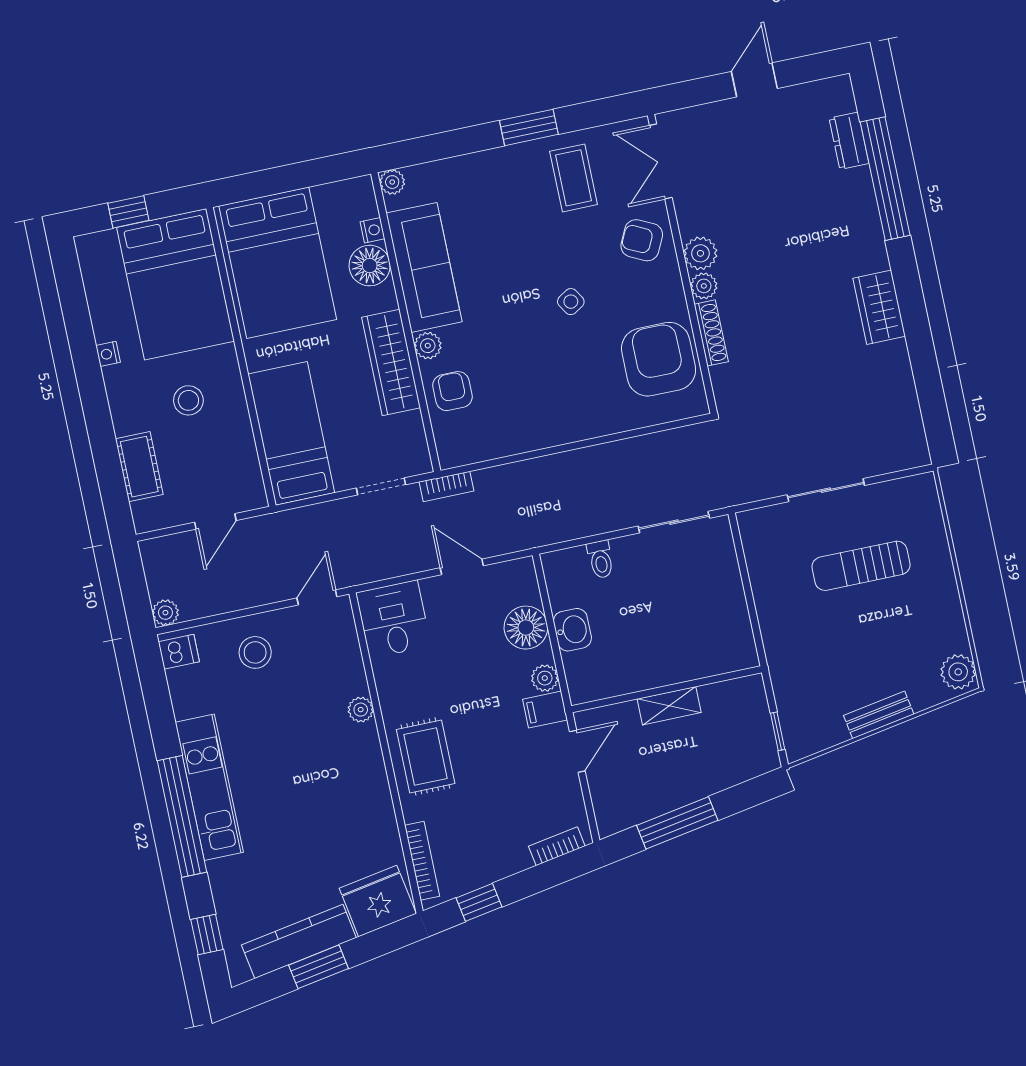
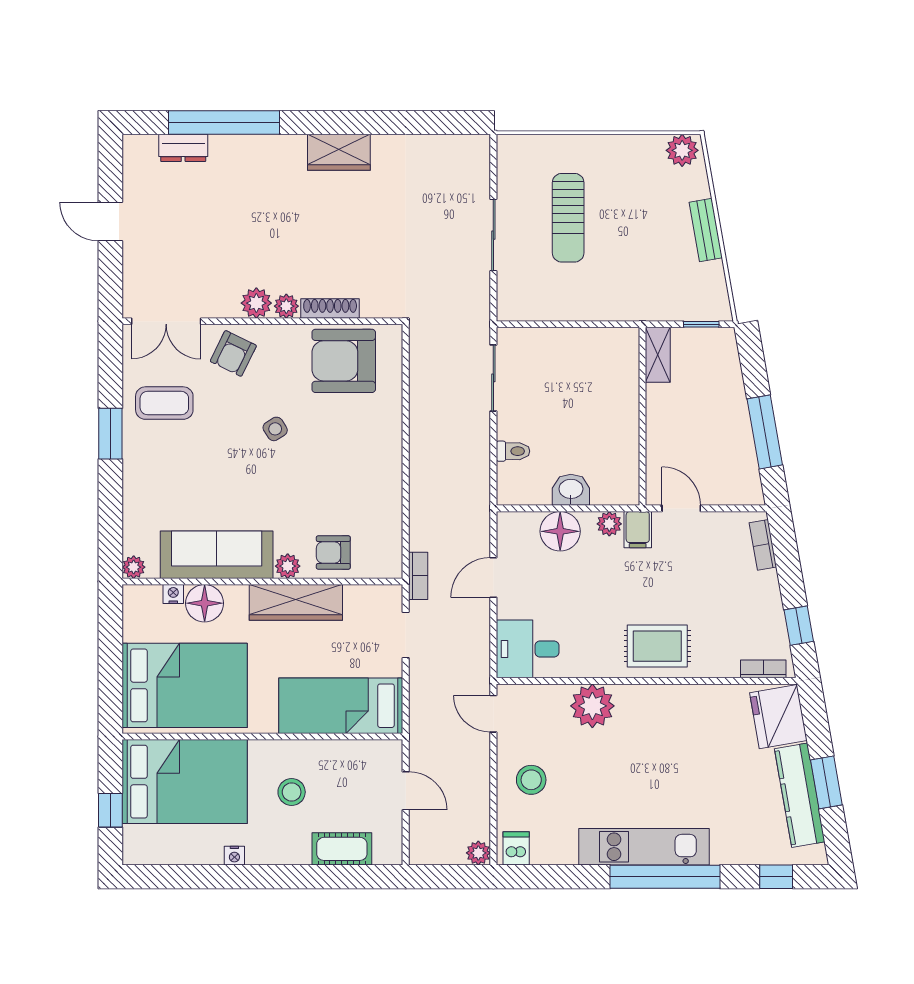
shelving: (669, 706) -> (658, 355), moved
plant: (361, 710) -> (592, 706), width x1.88, depth x1.88
bookcase: (422, 861) -> (763, 669), width x0.64

